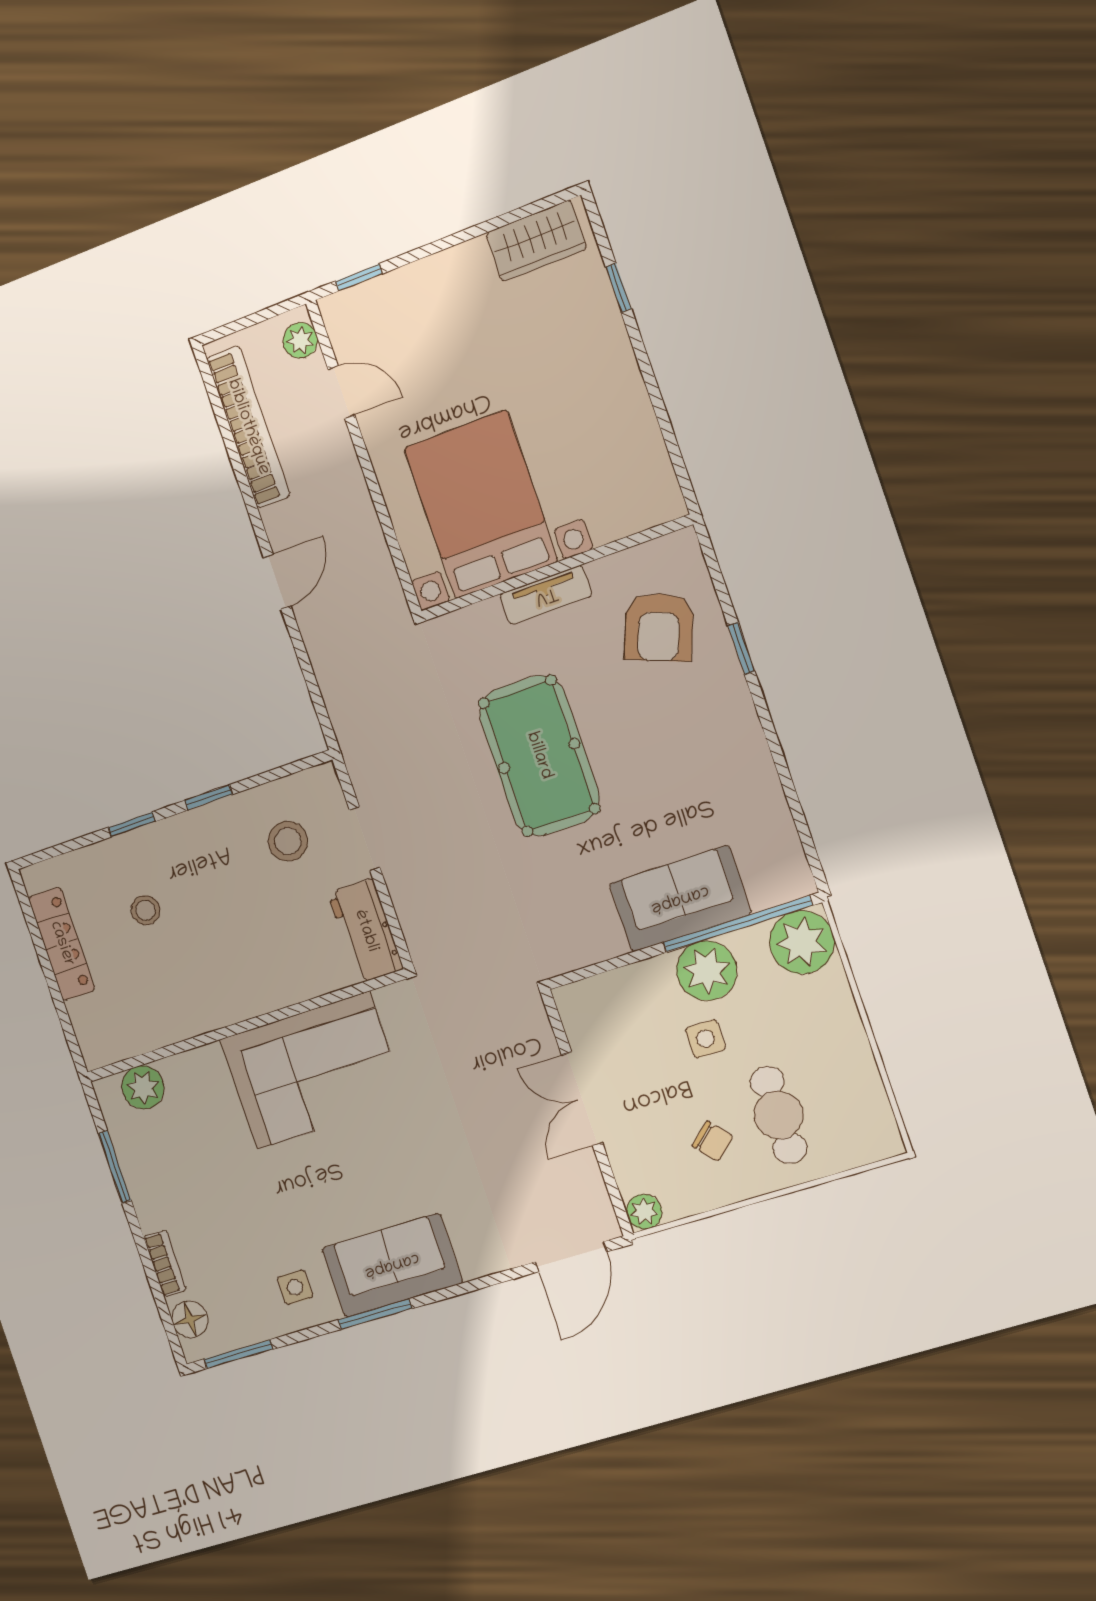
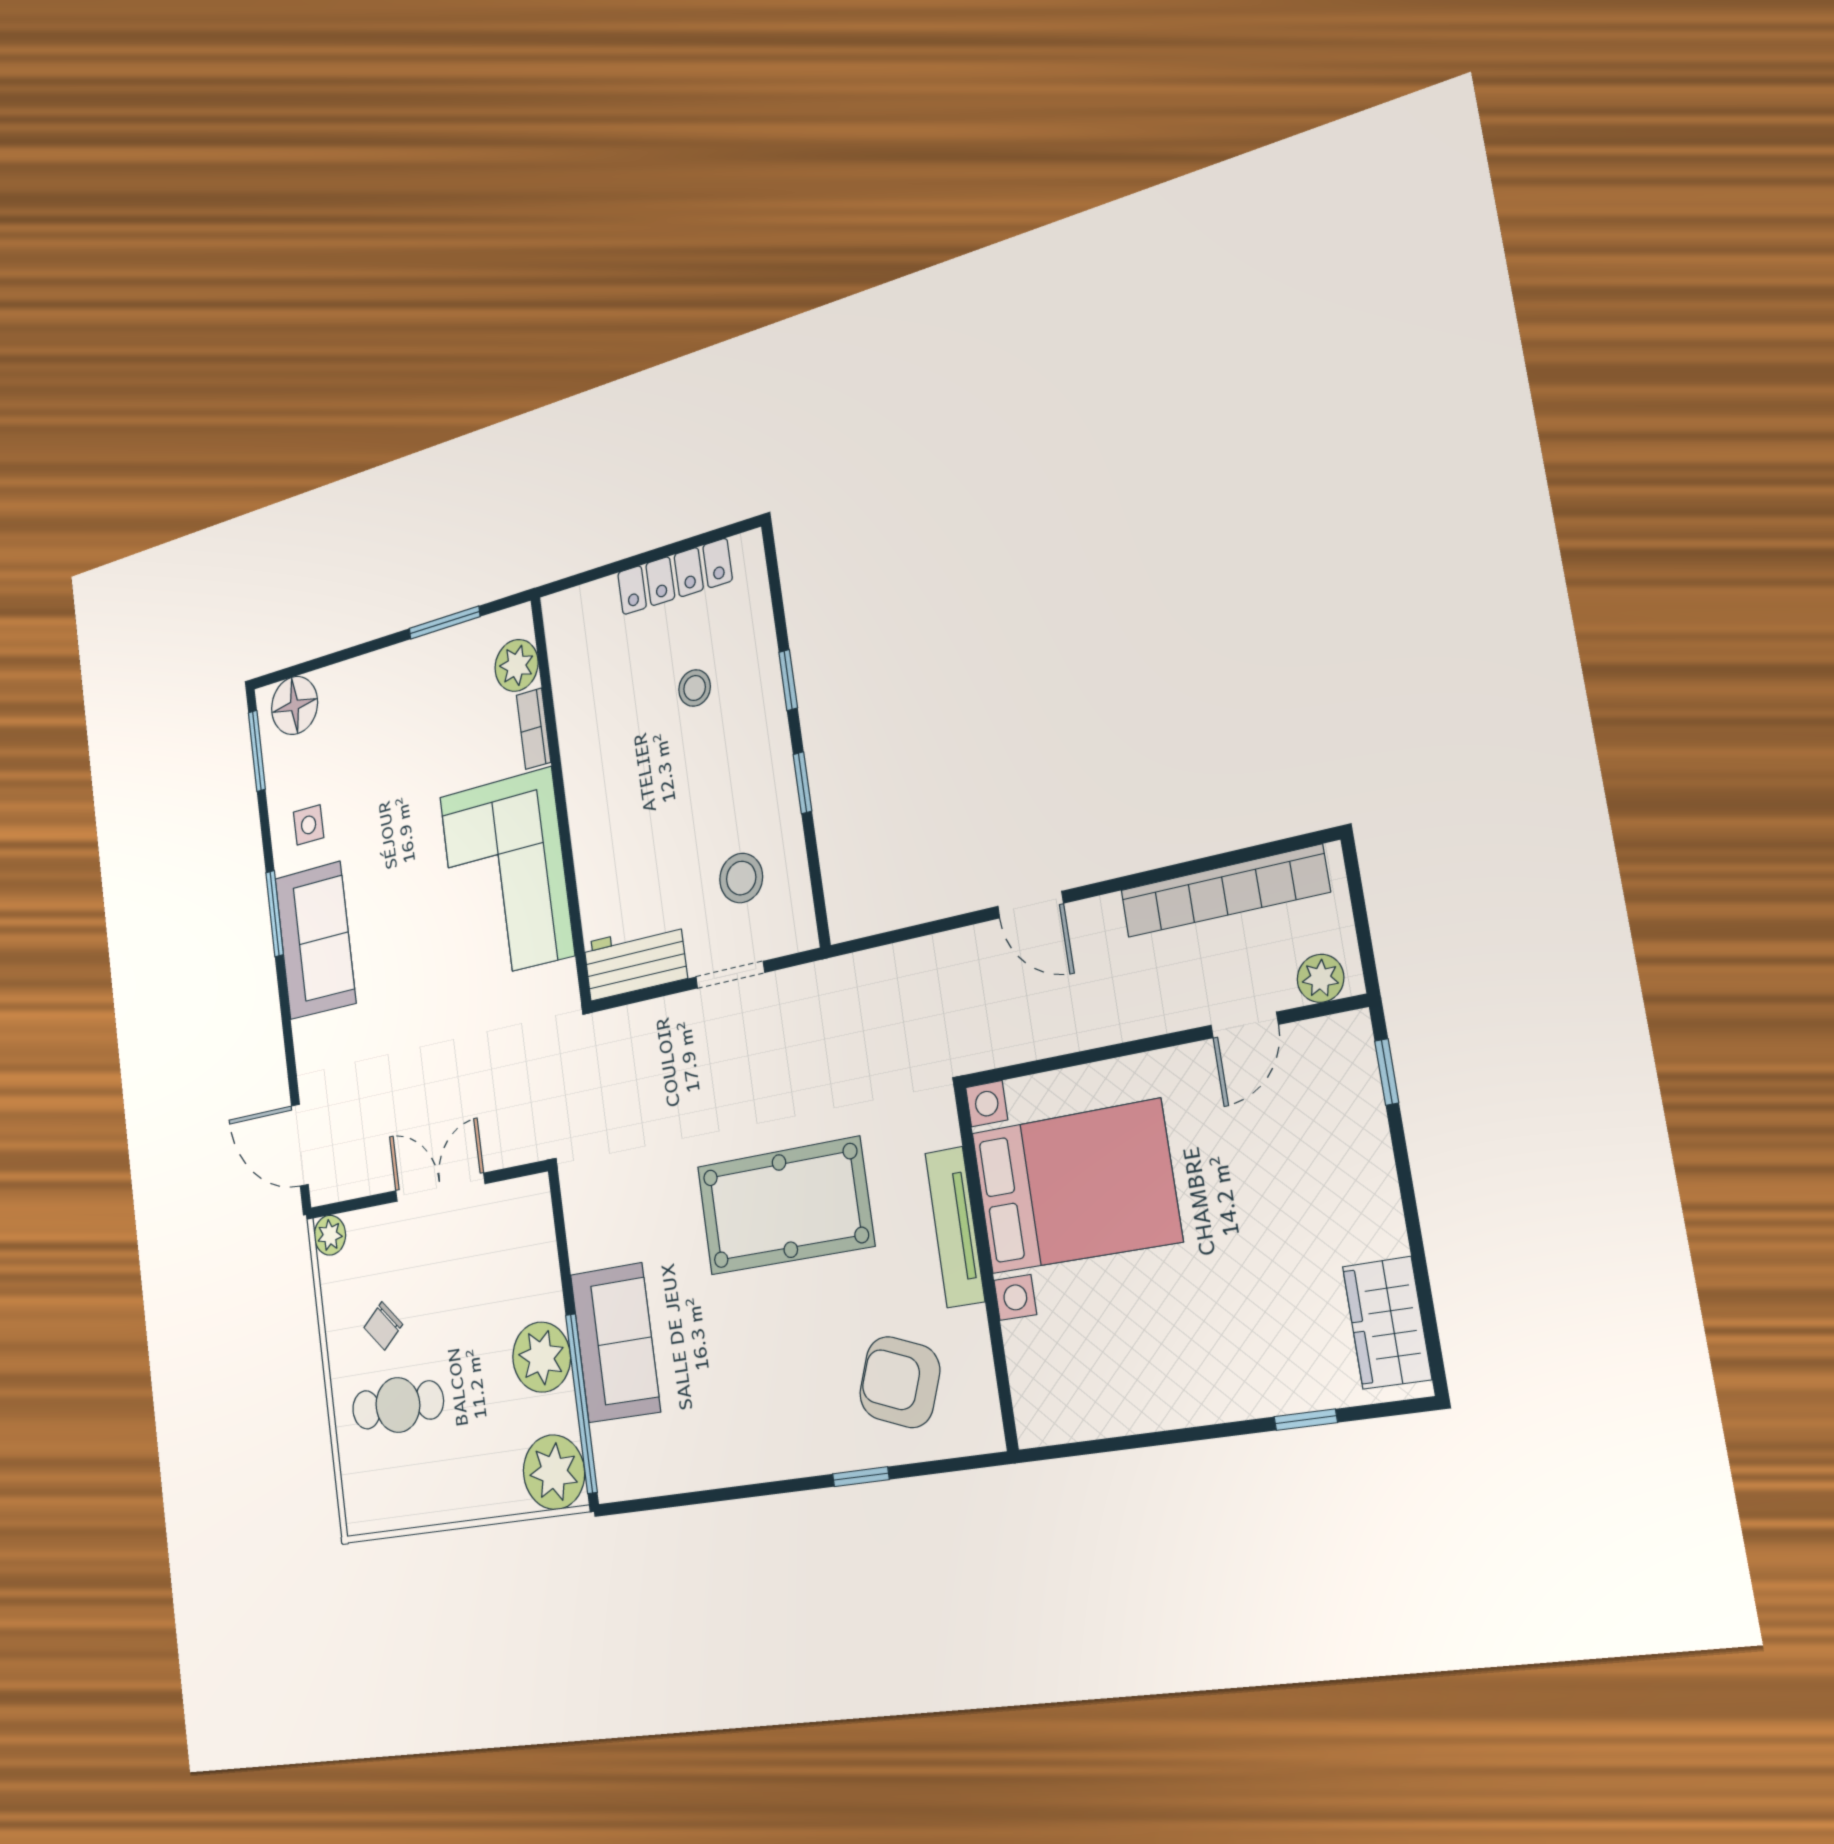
tv unit: (546, 595) -> (955, 1227), width x1.41
side table: (705, 1039) -> (478, 1340), removed
bookcase: (165, 1263) -> (534, 729), moved, turned 90
floor lamp: (190, 1319) -> (295, 705), width x1.38, depth x1.38

